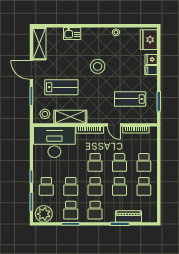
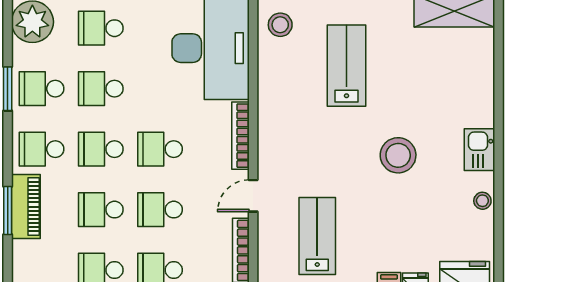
kitchen sink: (72, 34) -> (480, 150), moved
lab bench: (61, 87) -> (346, 66), turned 180
shelving: (70, 117) -> (273, 88), removed
piano: (128, 217) -> (26, 207), moved

